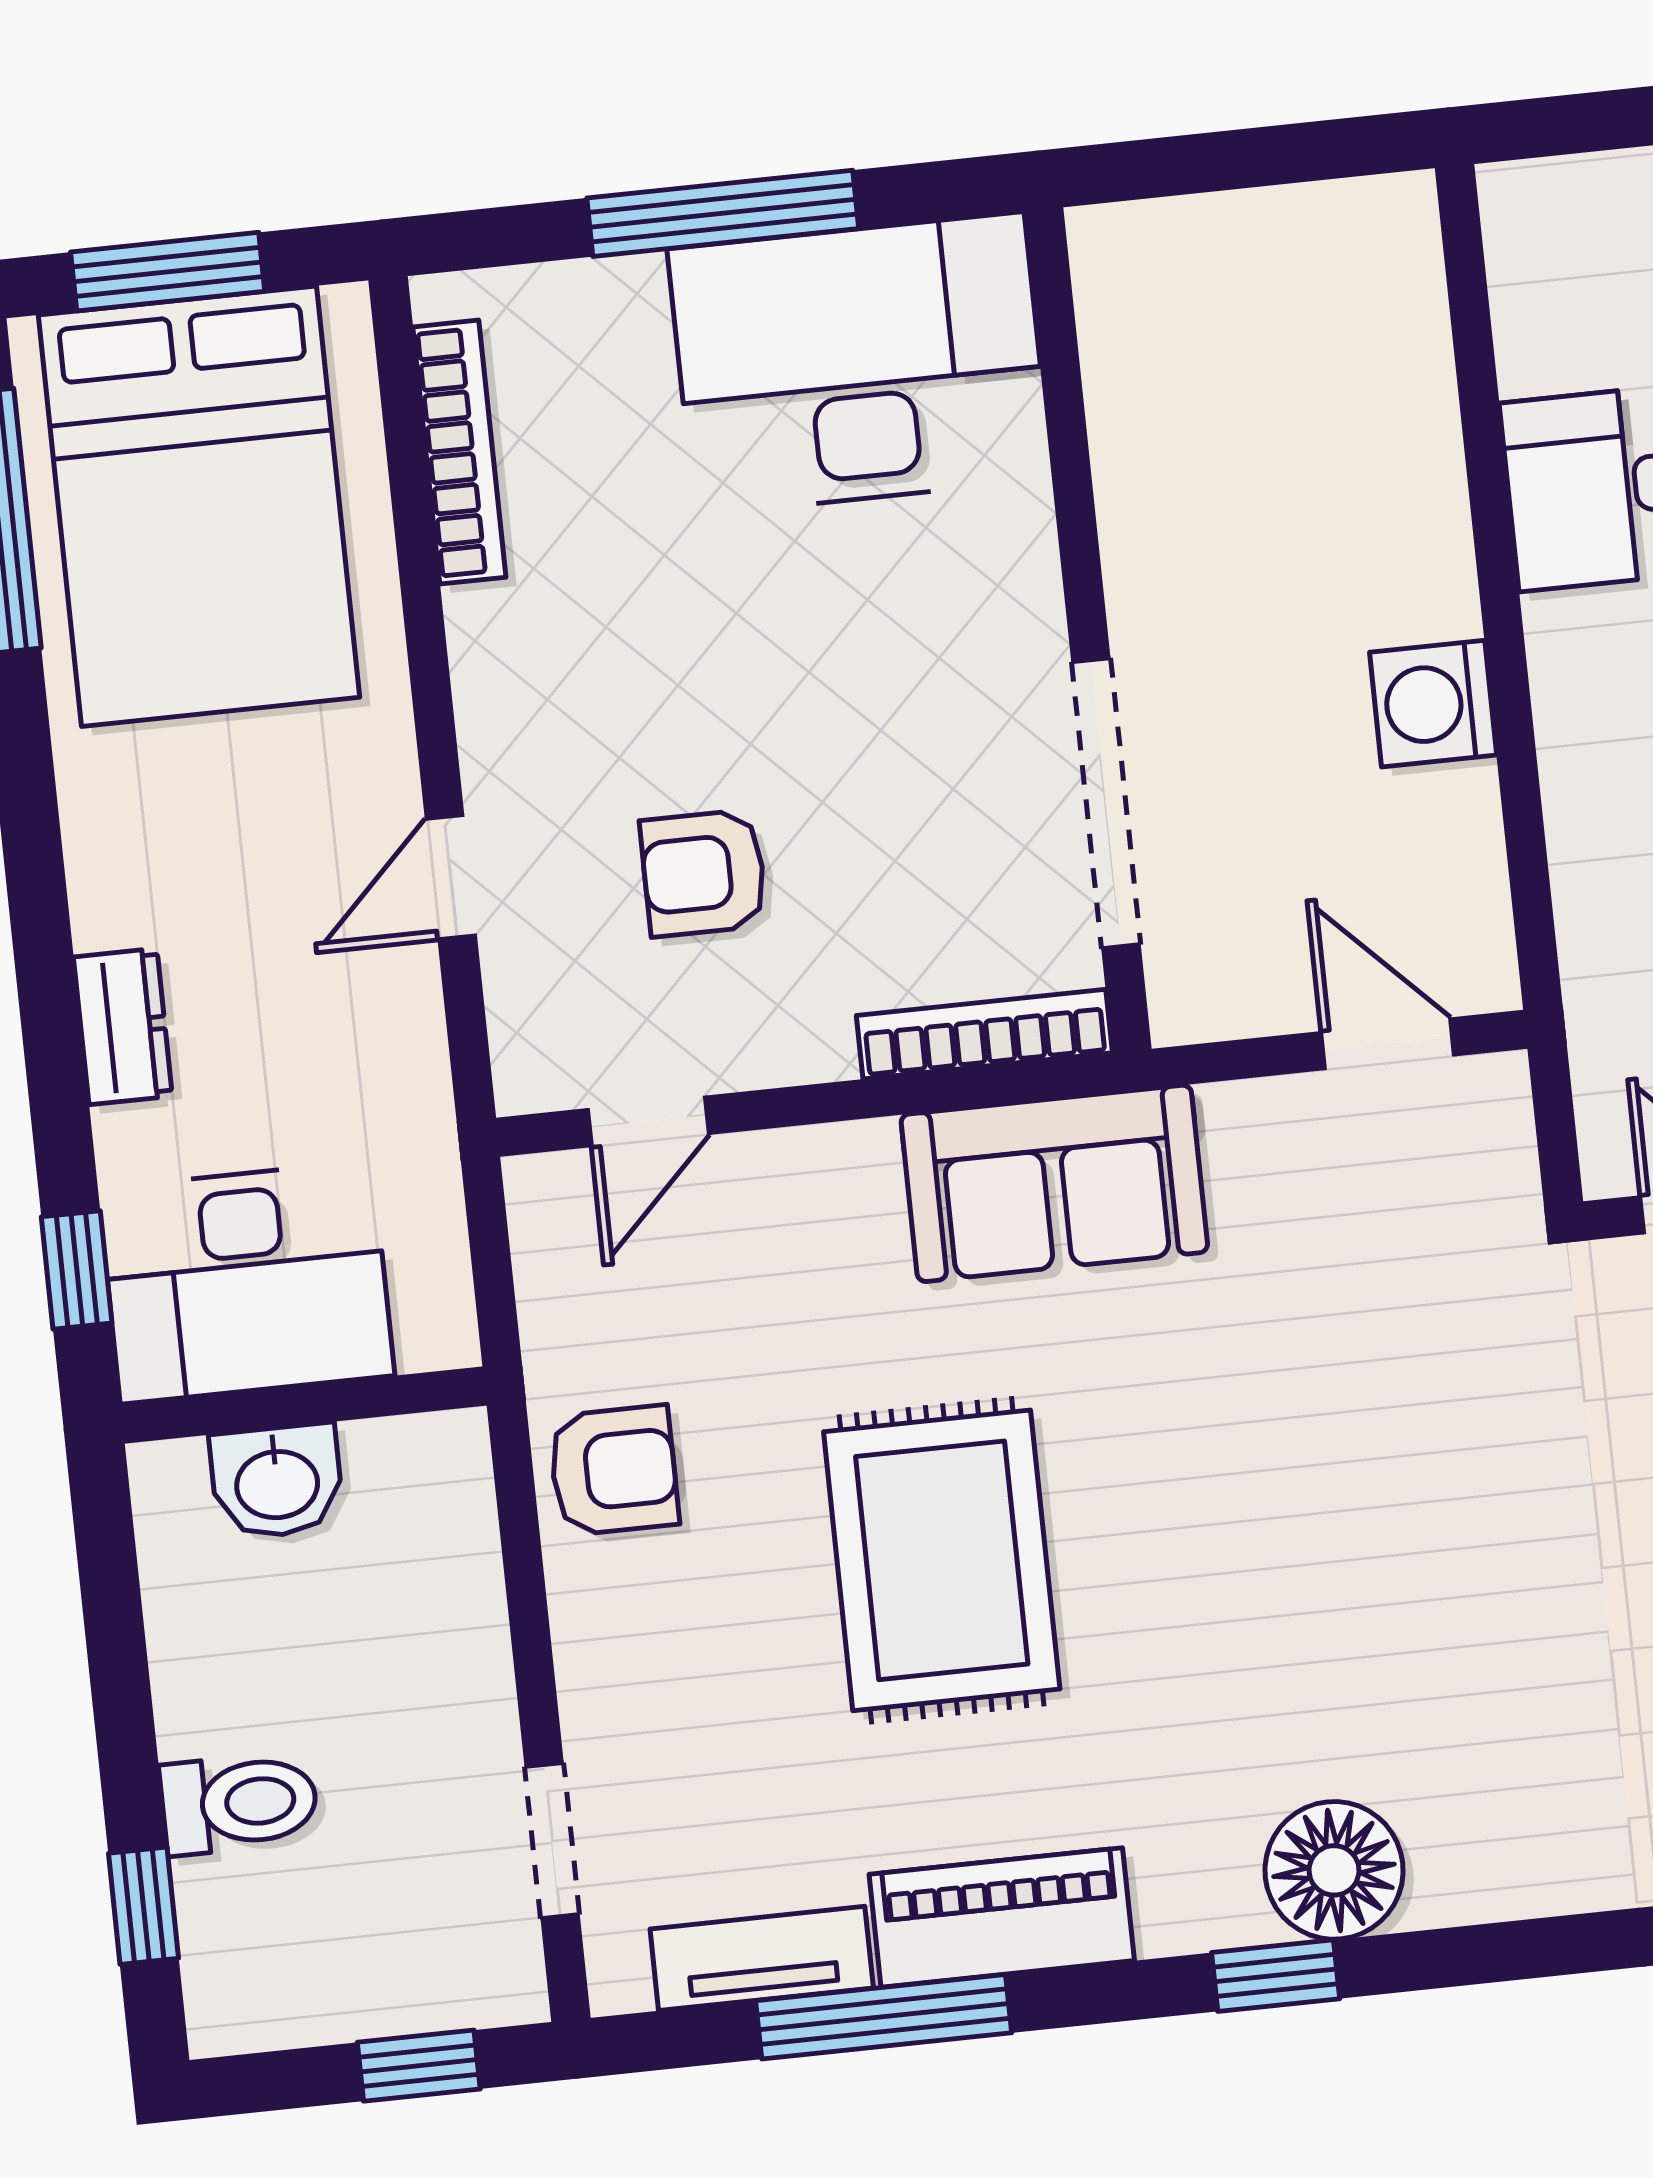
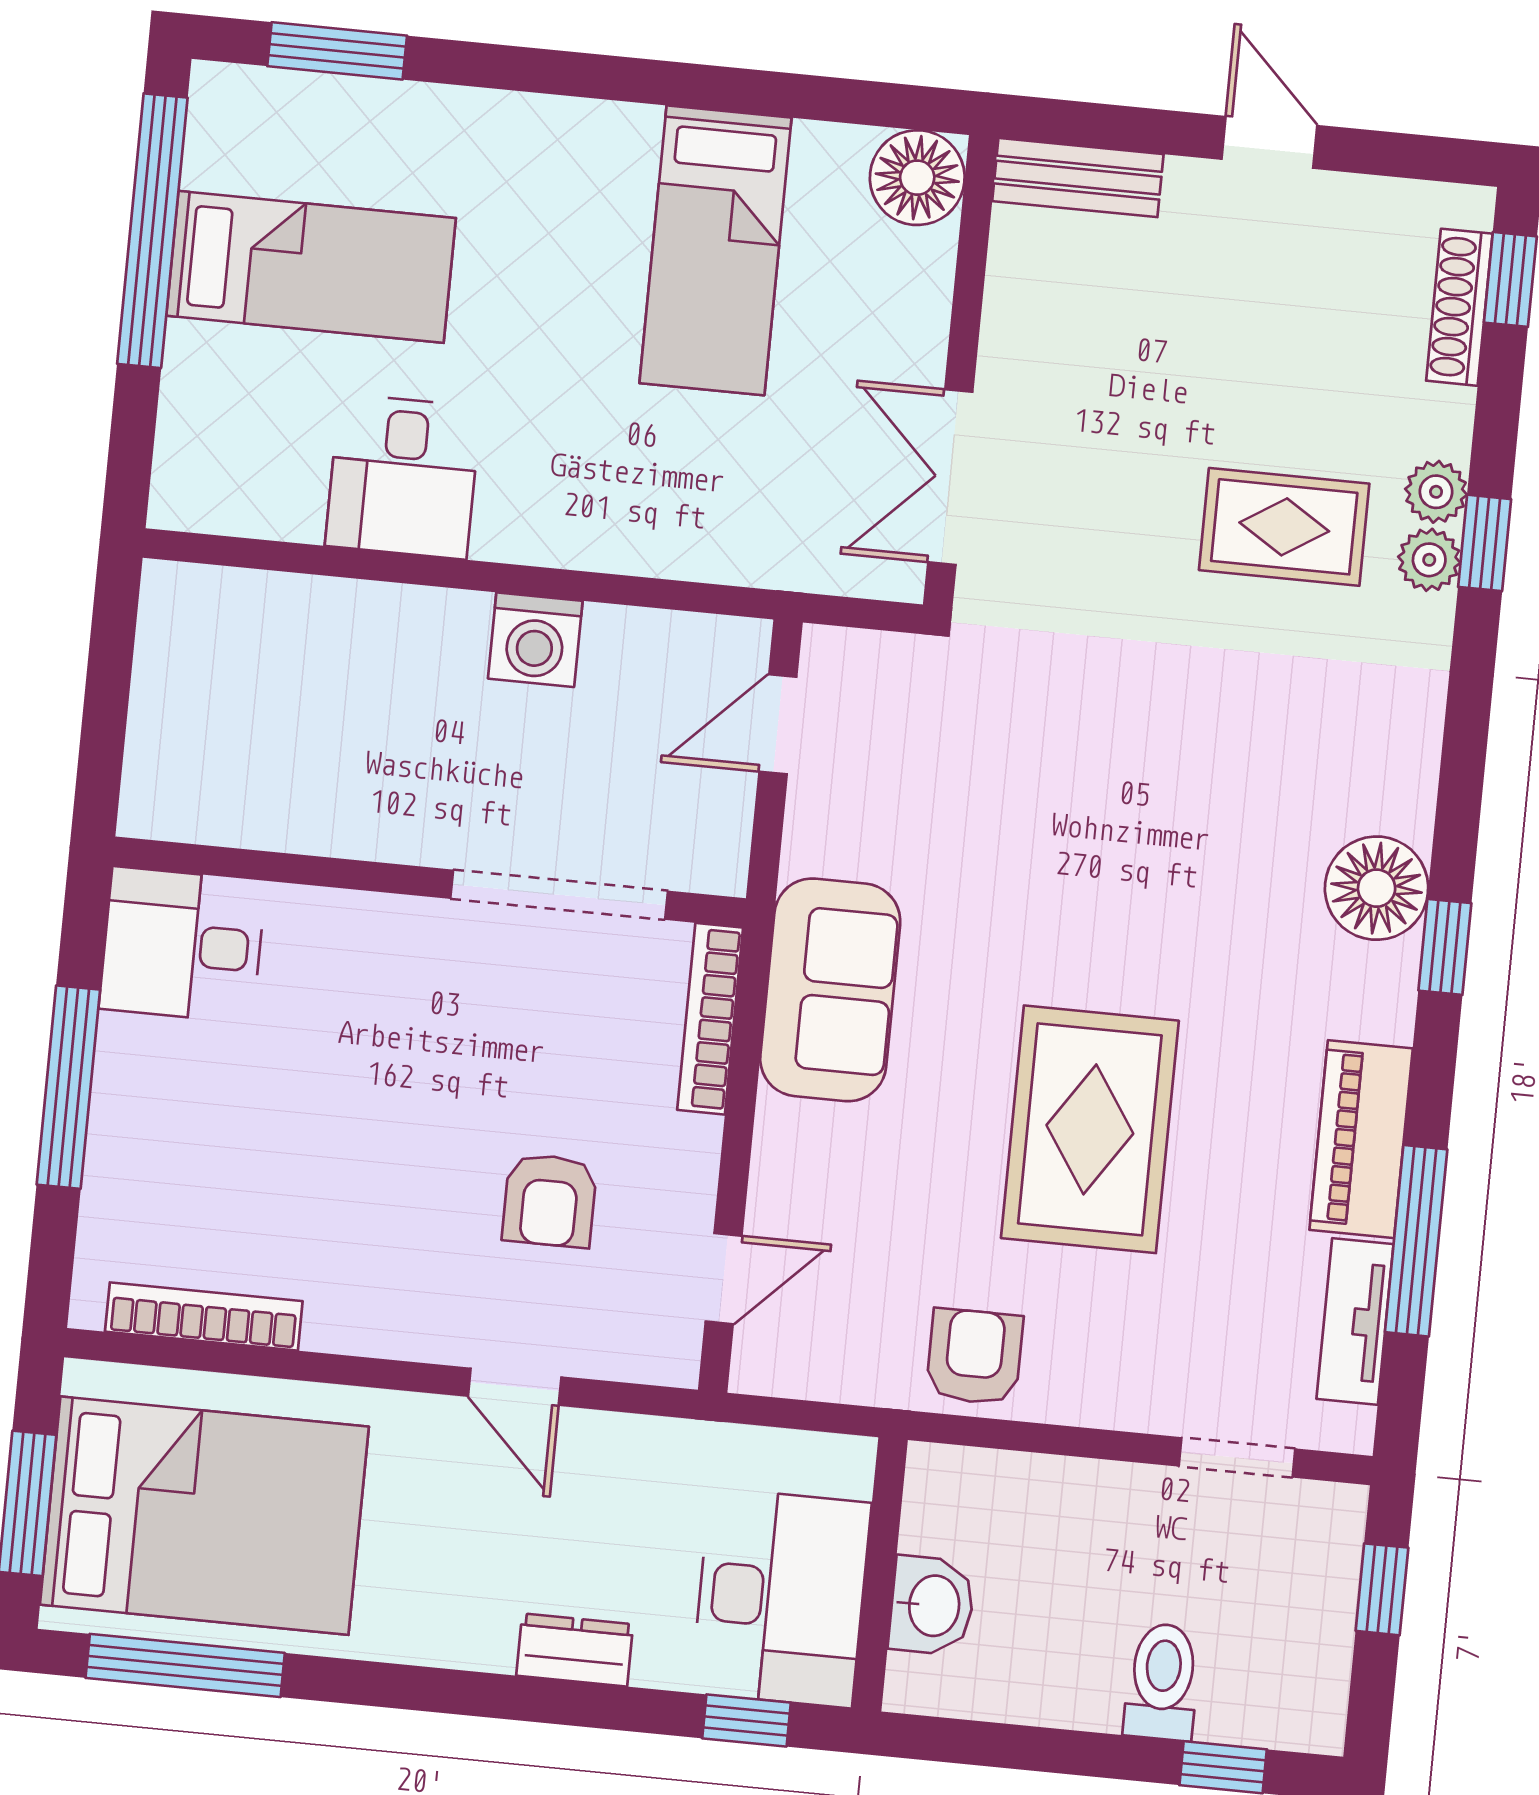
desk: (860, 364) -> (182, 945), width x0.53, depth x0.77
door: (648, 1121) -> (724, 1279), hinge flipped
rug: (942, 1560) -> (1090, 1129), turned 90

